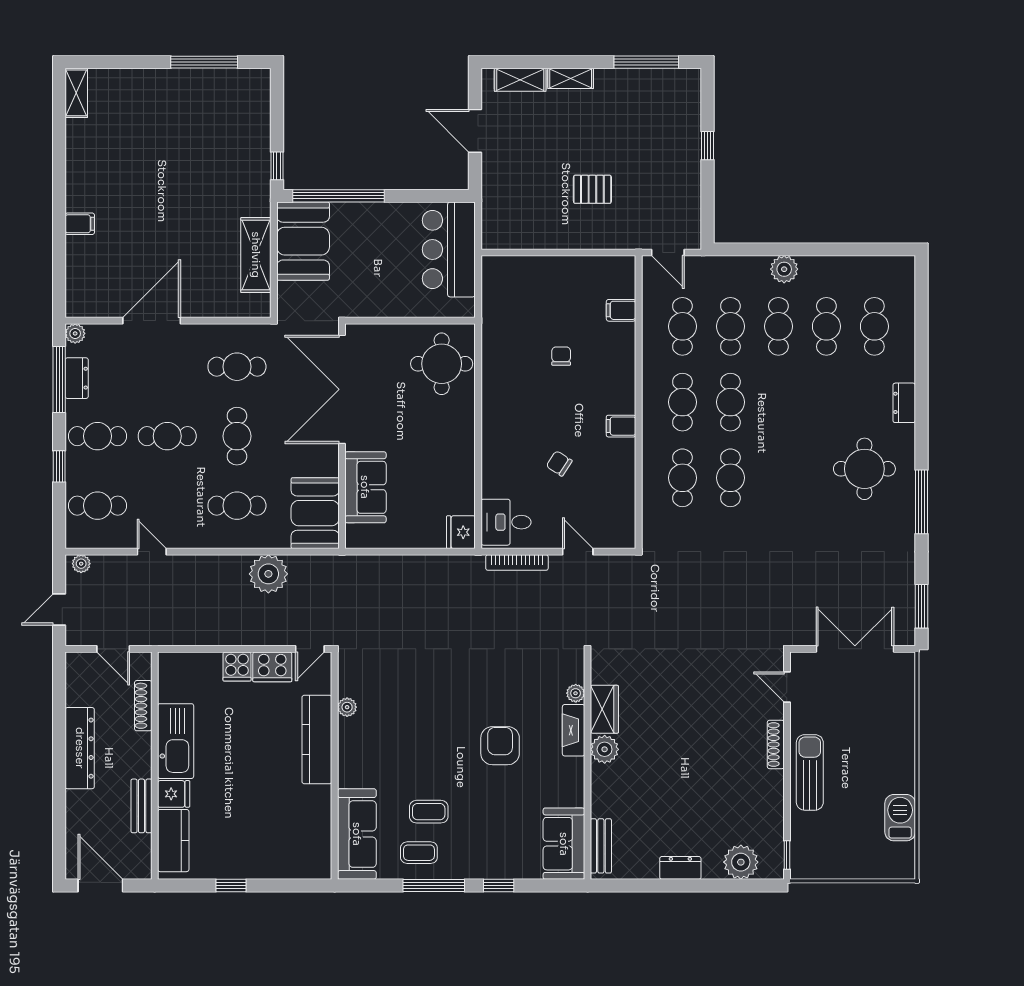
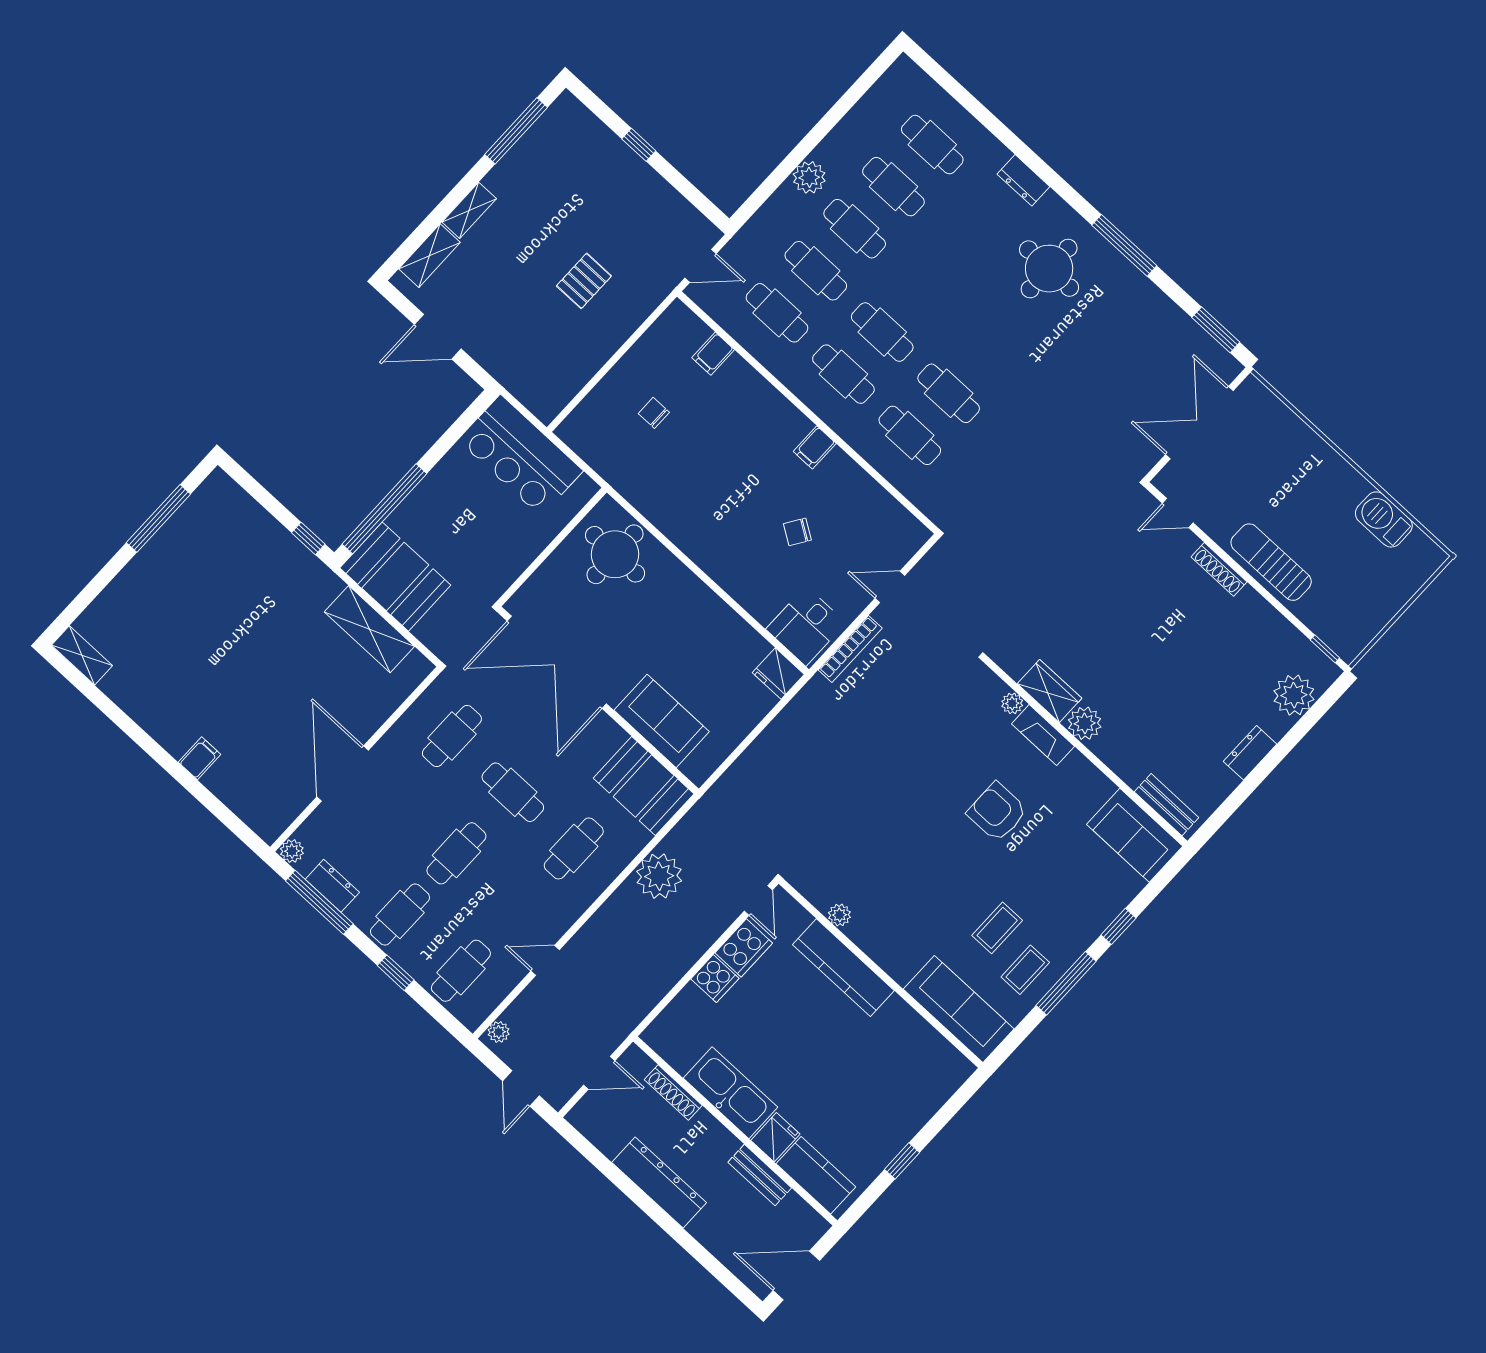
chair: (561, 356) -> (654, 413), moved

